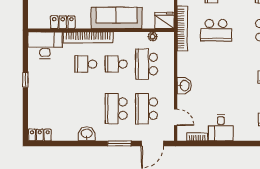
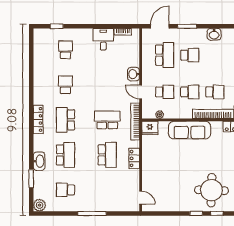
school desk: (147, 64) -> (165, 92), width x0.54
school desk: (116, 109) -> (190, 55), width x0.54
door: (176, 117) -> (141, 92), moved

